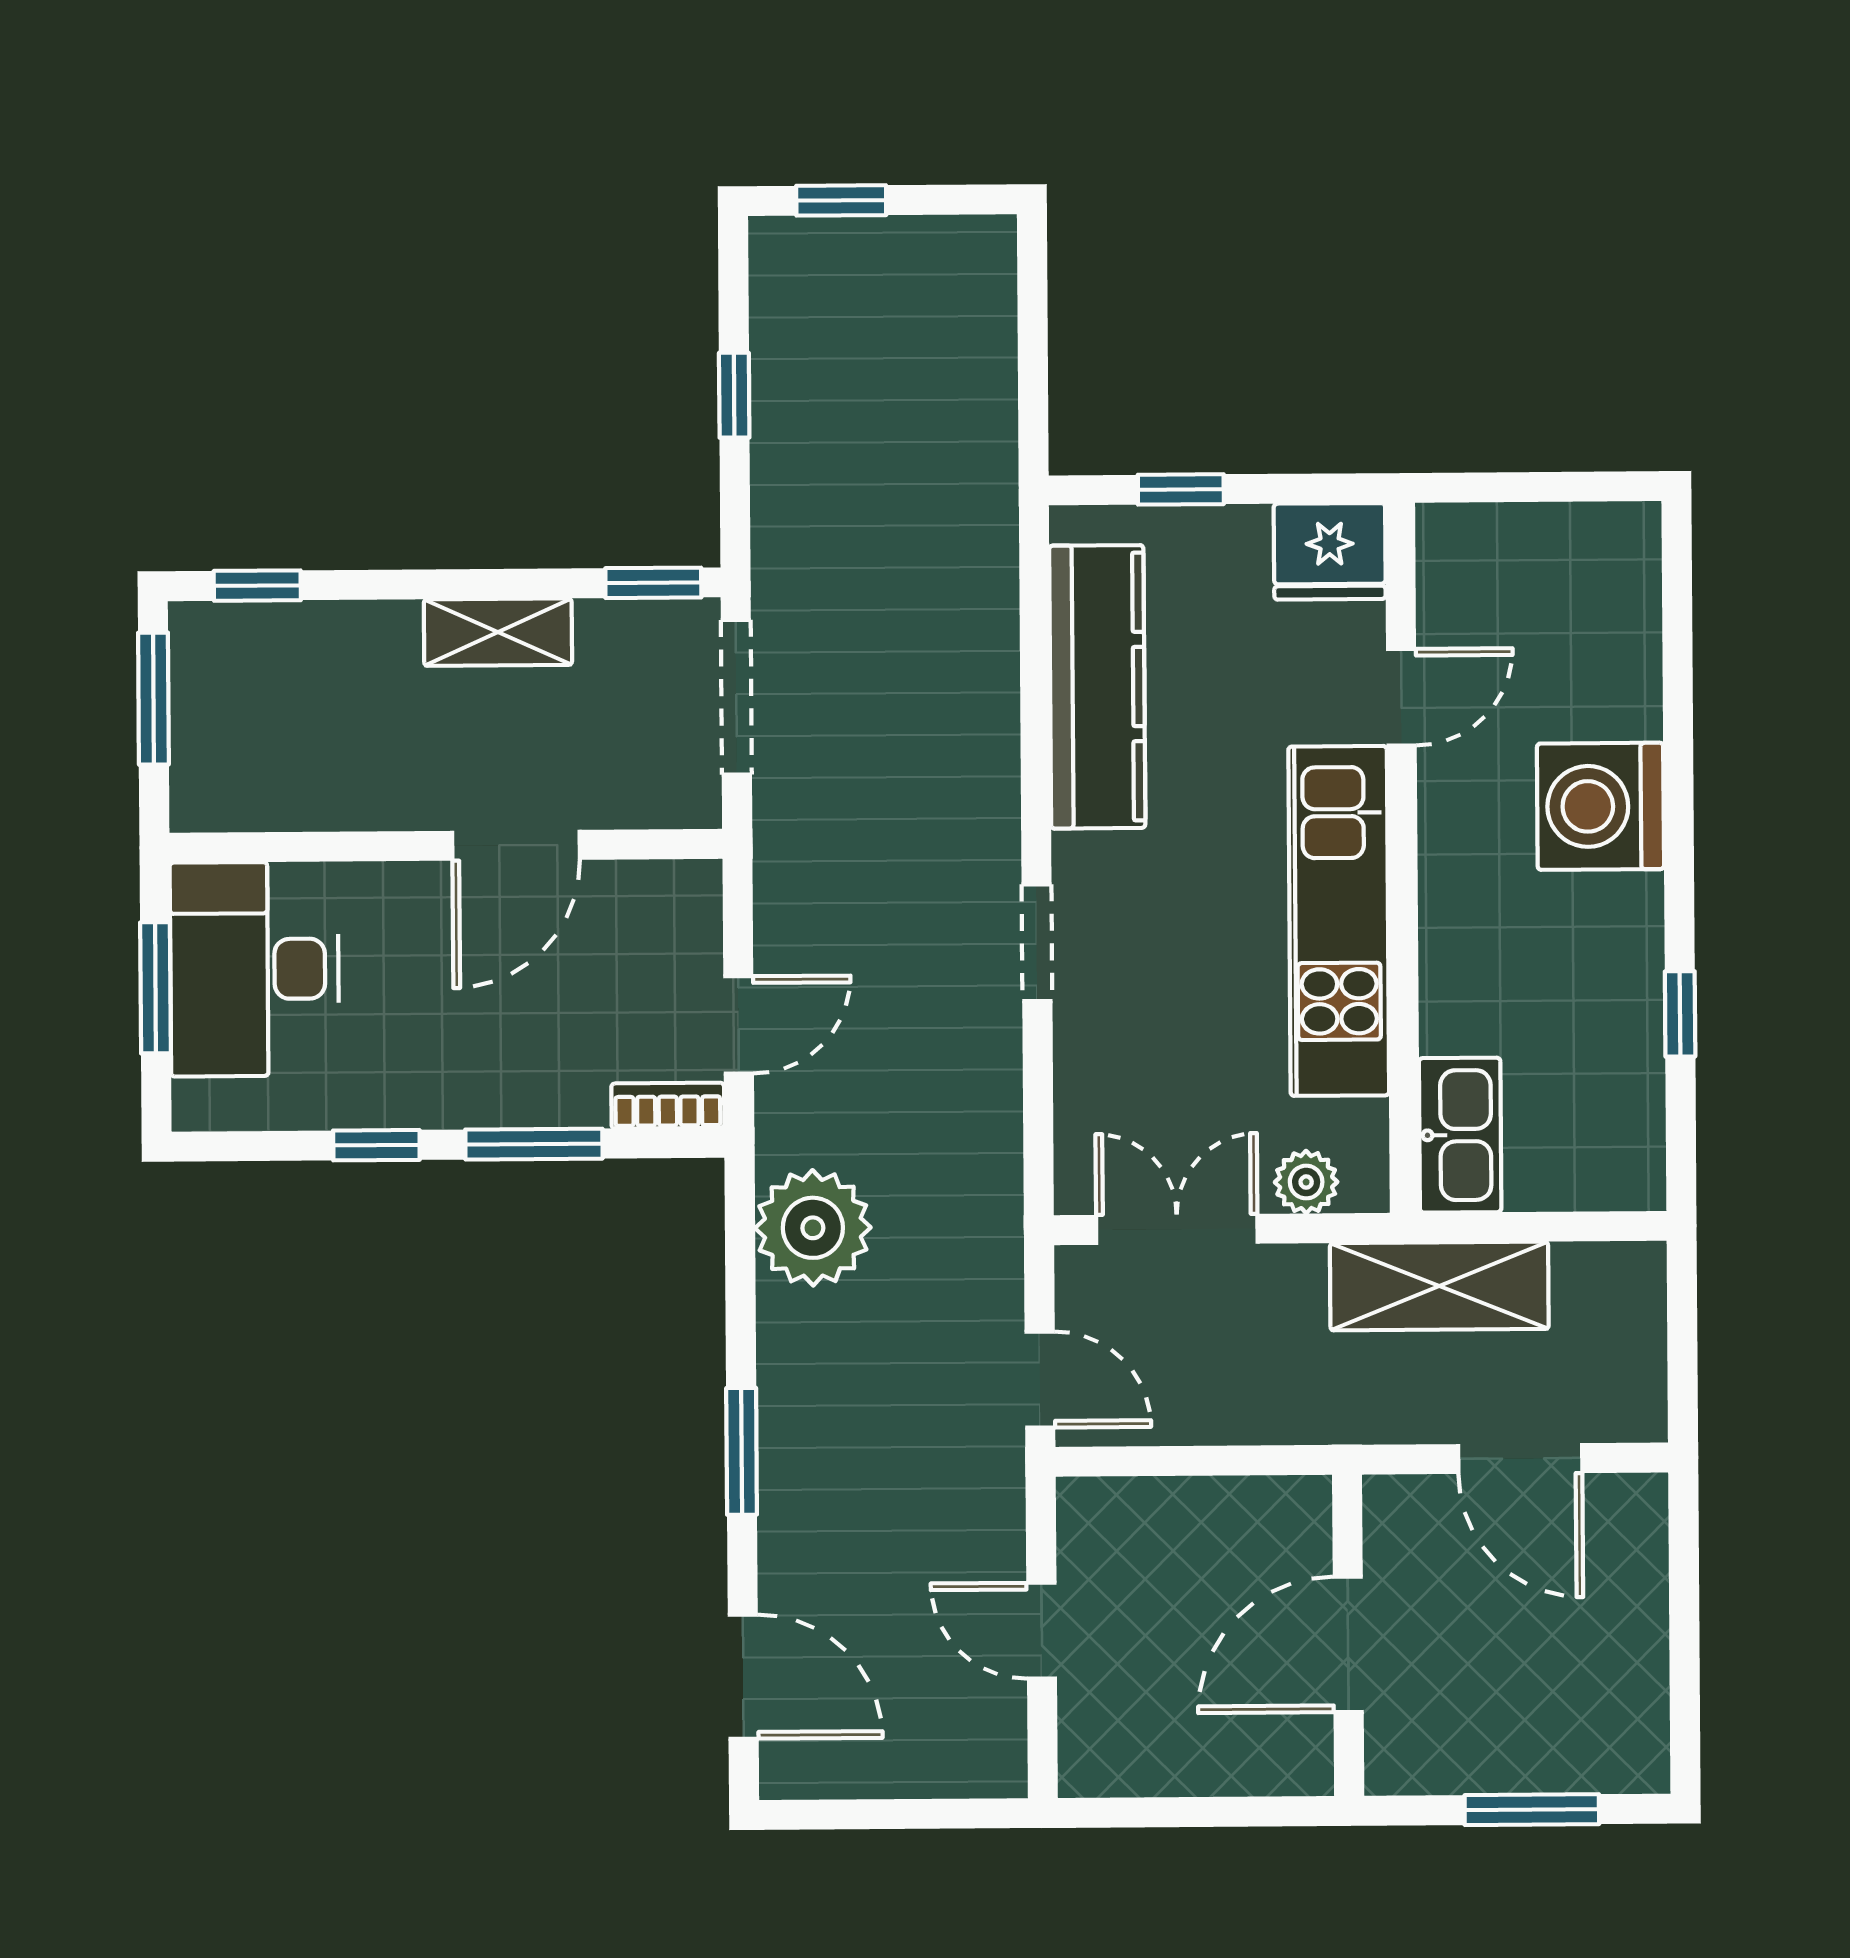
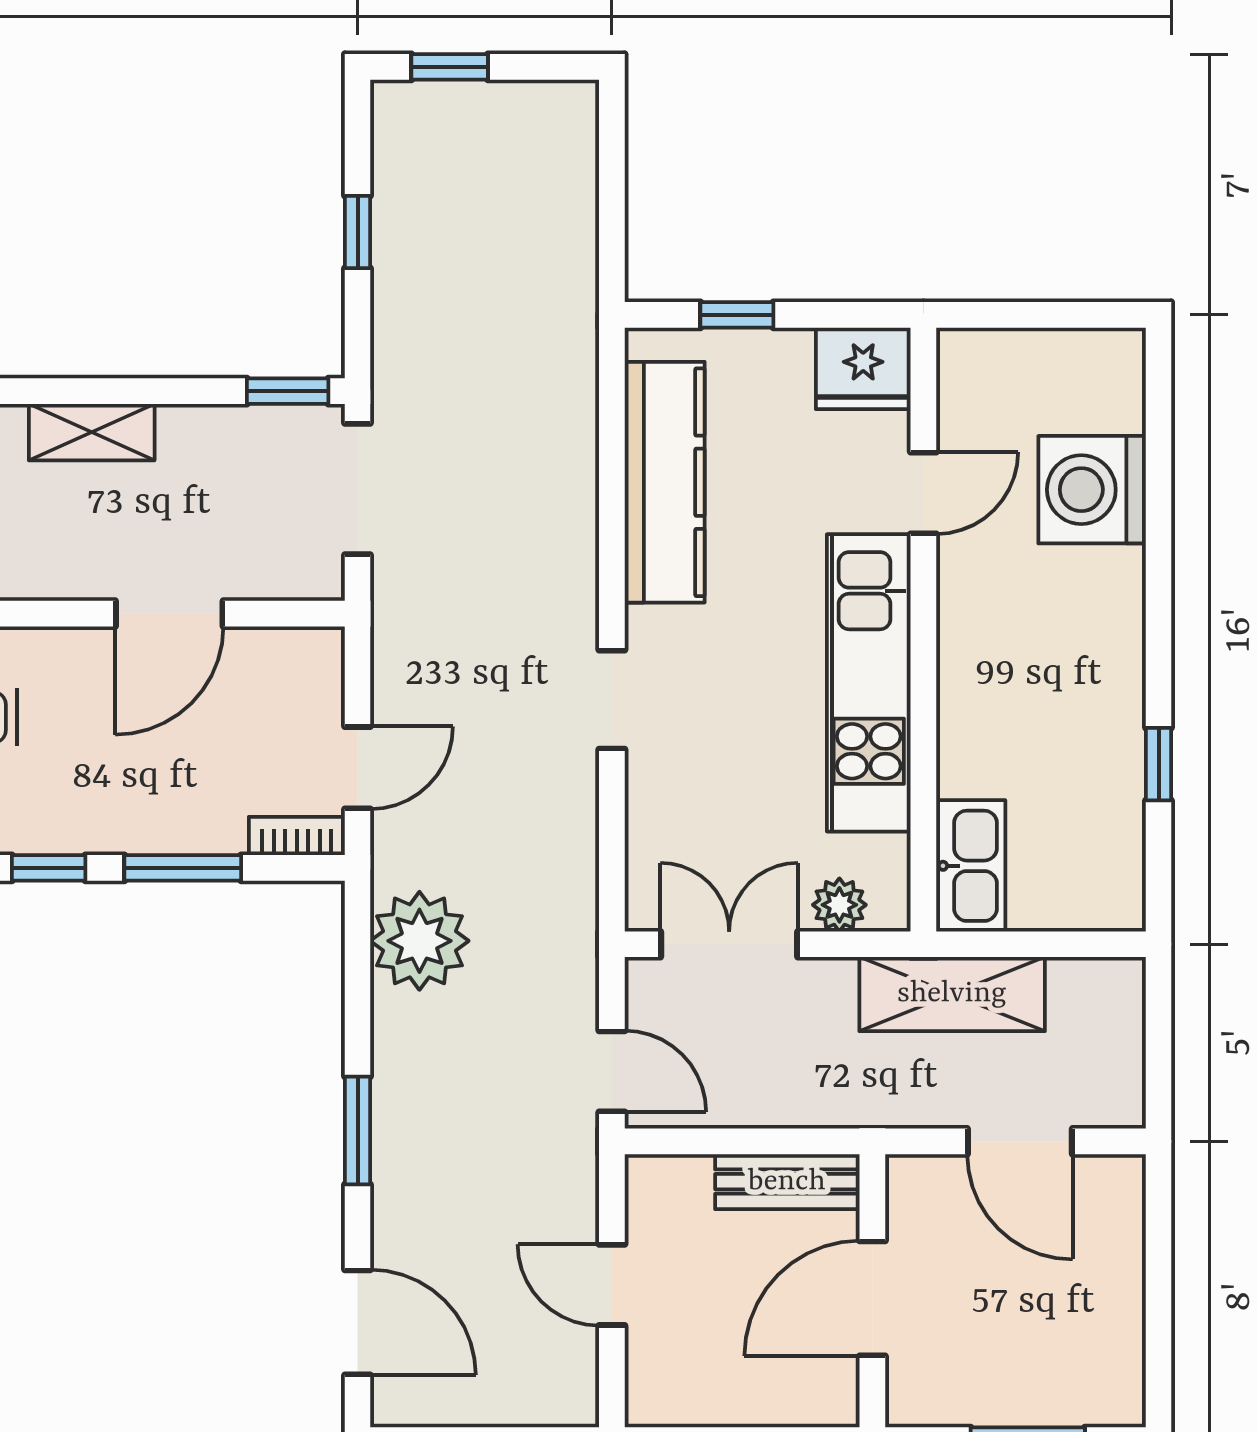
shelving: (498, 632) -> (92, 432), moved
washing machine: (1600, 806) -> (1092, 490), moved
bench: (1247, 1508) -> (787, 1182), added

